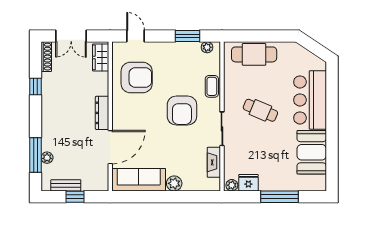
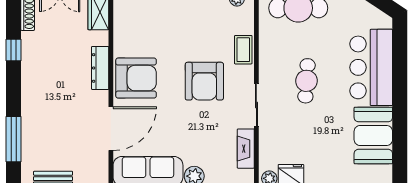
armchair: (137, 77) -> (136, 78), moved
cafe table: (260, 110) -> (306, 81), turned 71
dresser: (102, 113) -> (100, 68), moved
plant: (47, 158) -> (29, 143), removed

